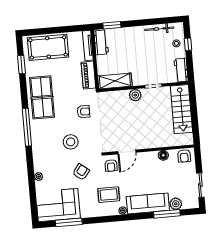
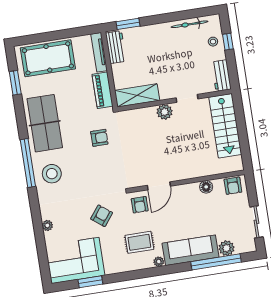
stool: (71, 142) -> (52, 174), moved
window: (167, 214) -> (216, 262), width x1.46
window: (69, 222) -> (90, 282), width x0.69

